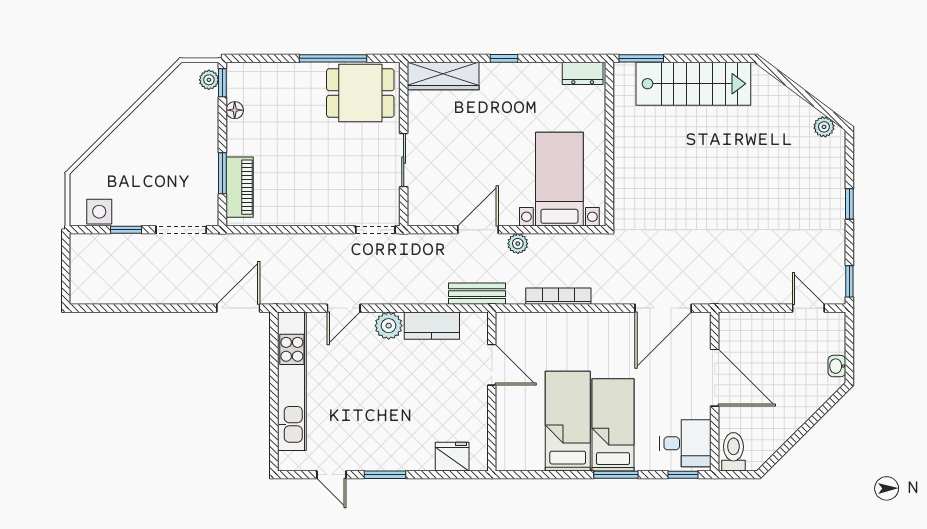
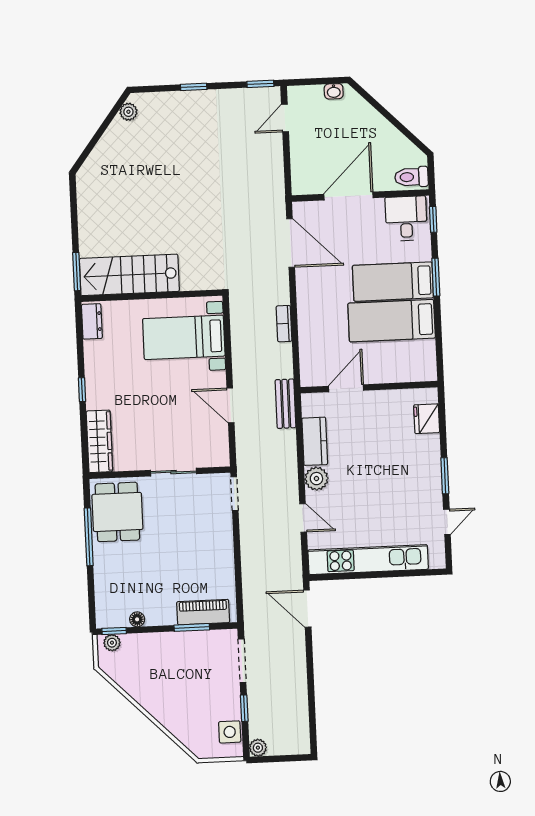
stairs: (693, 84) -> (129, 275), moved, turned -90
plant: (518, 244) -> (258, 748), moved
bookcase: (558, 296) -> (284, 324), width x0.64

